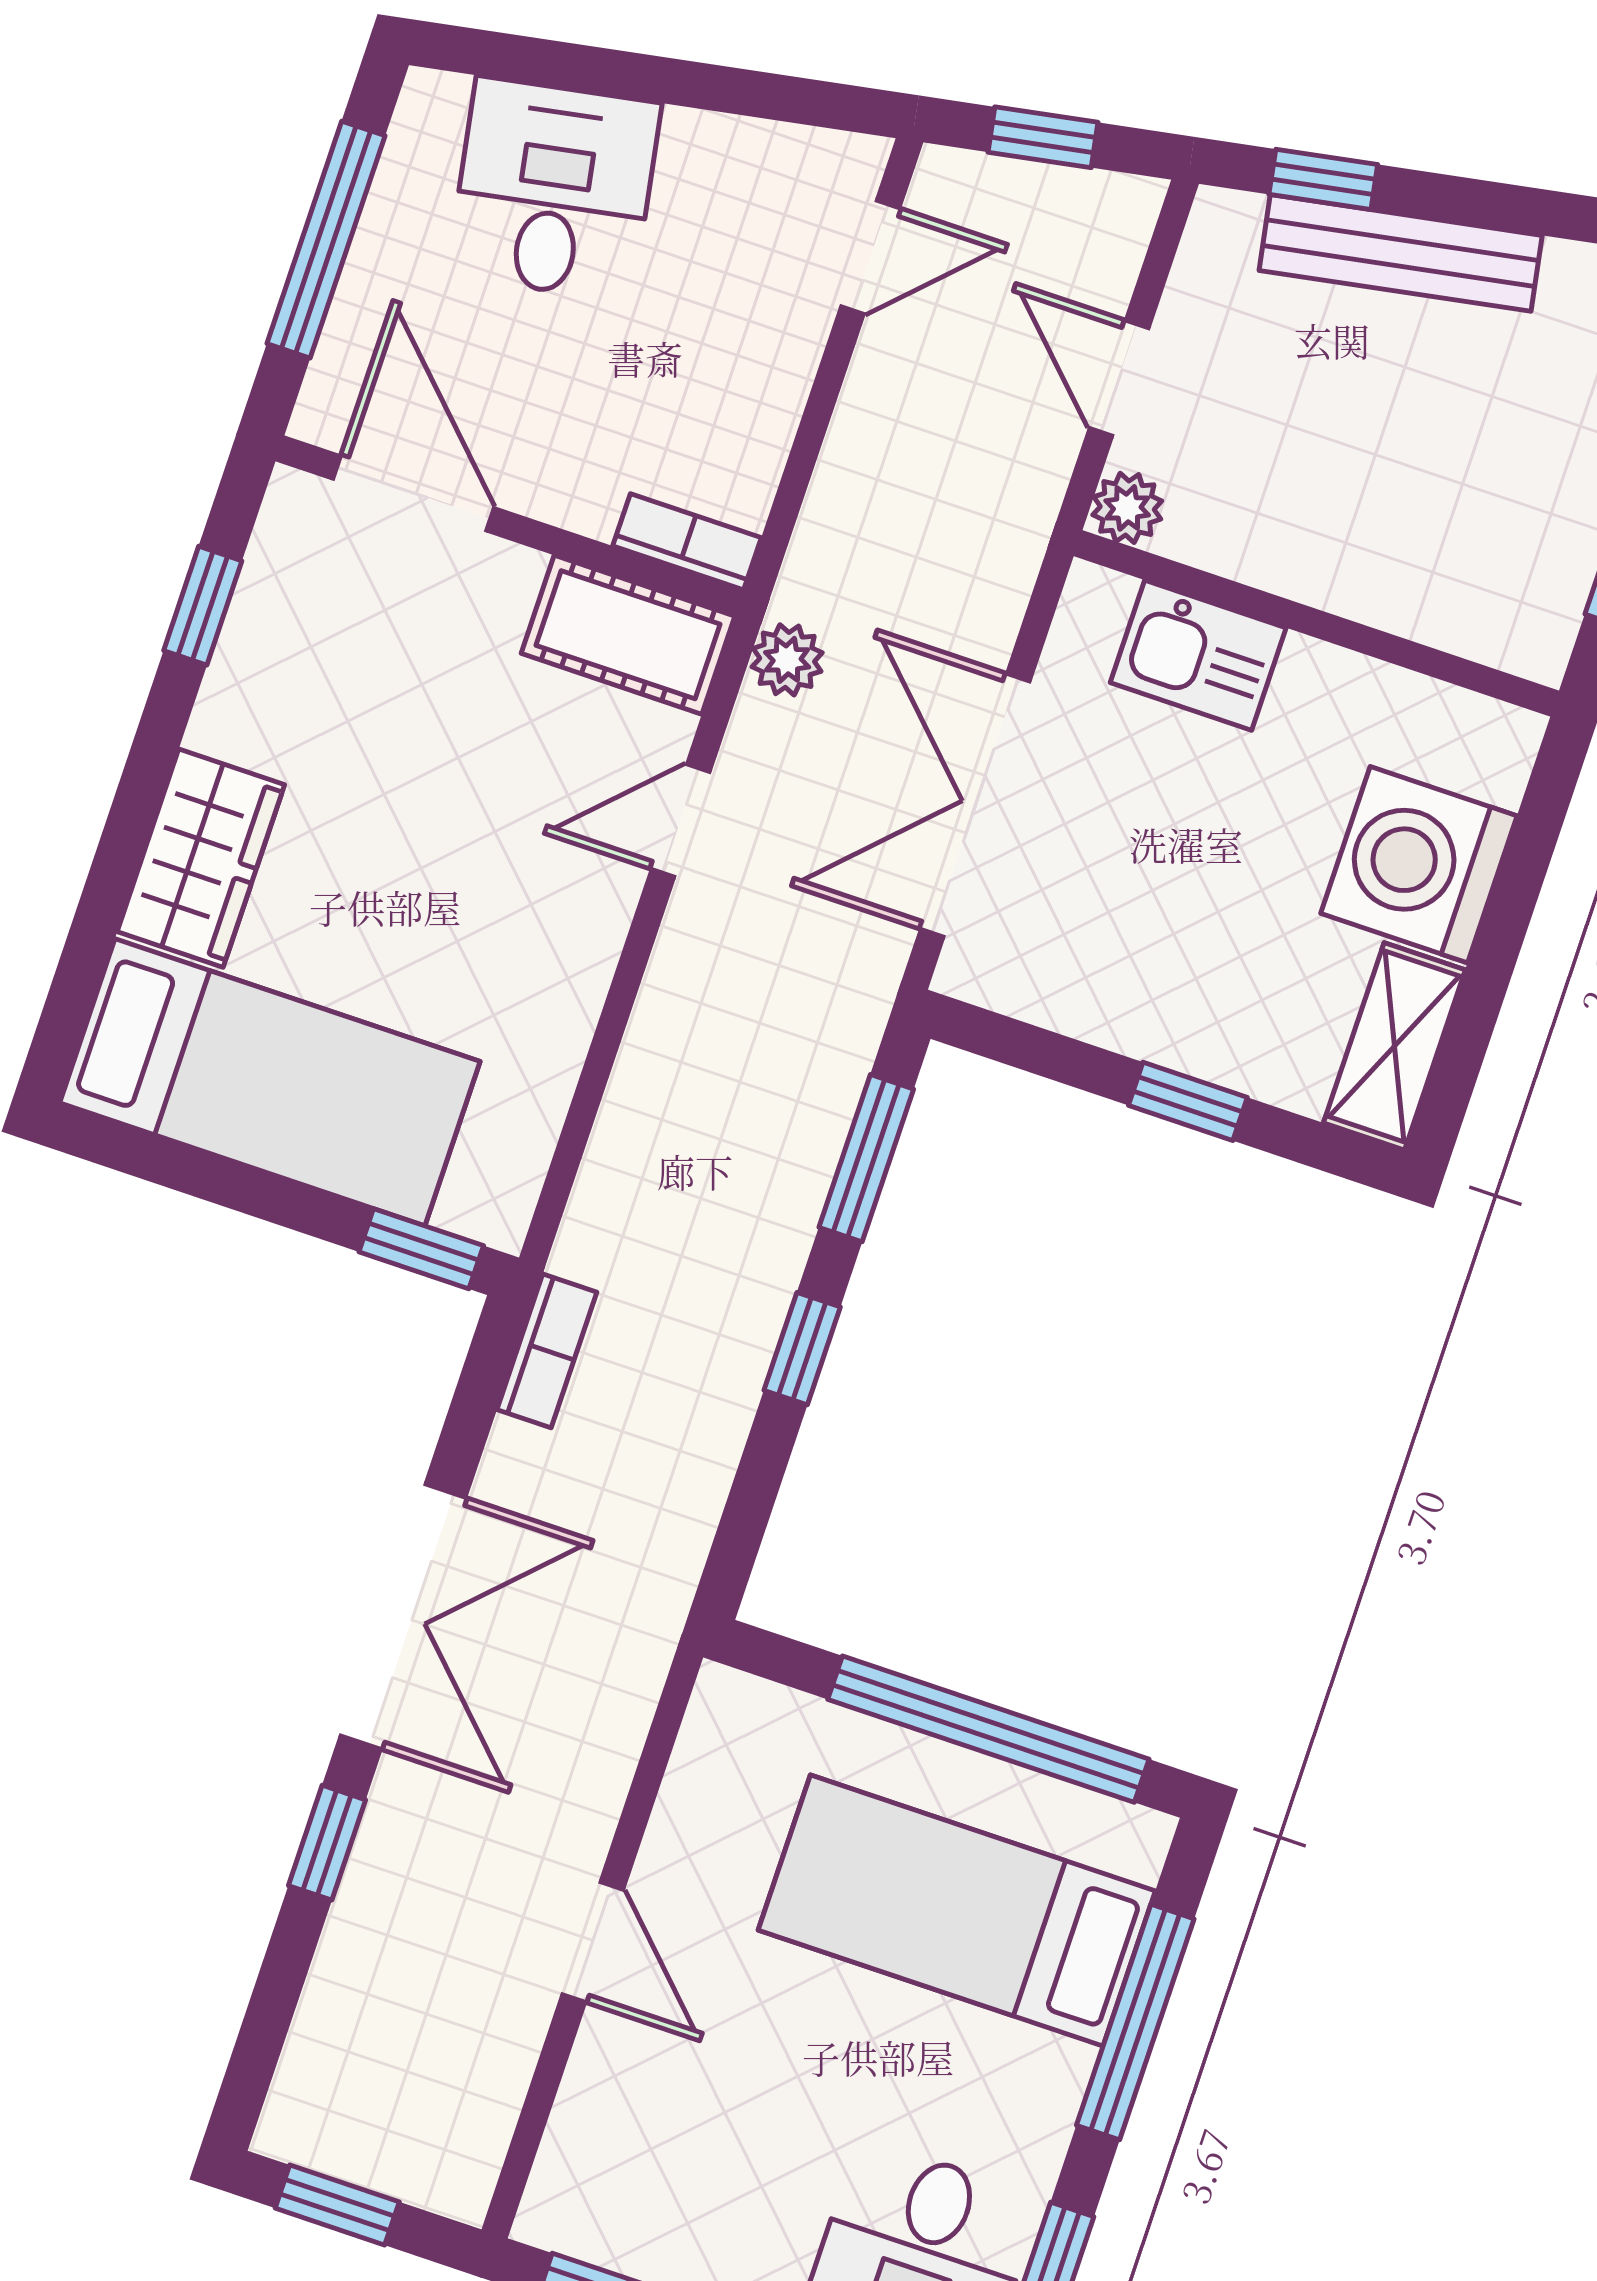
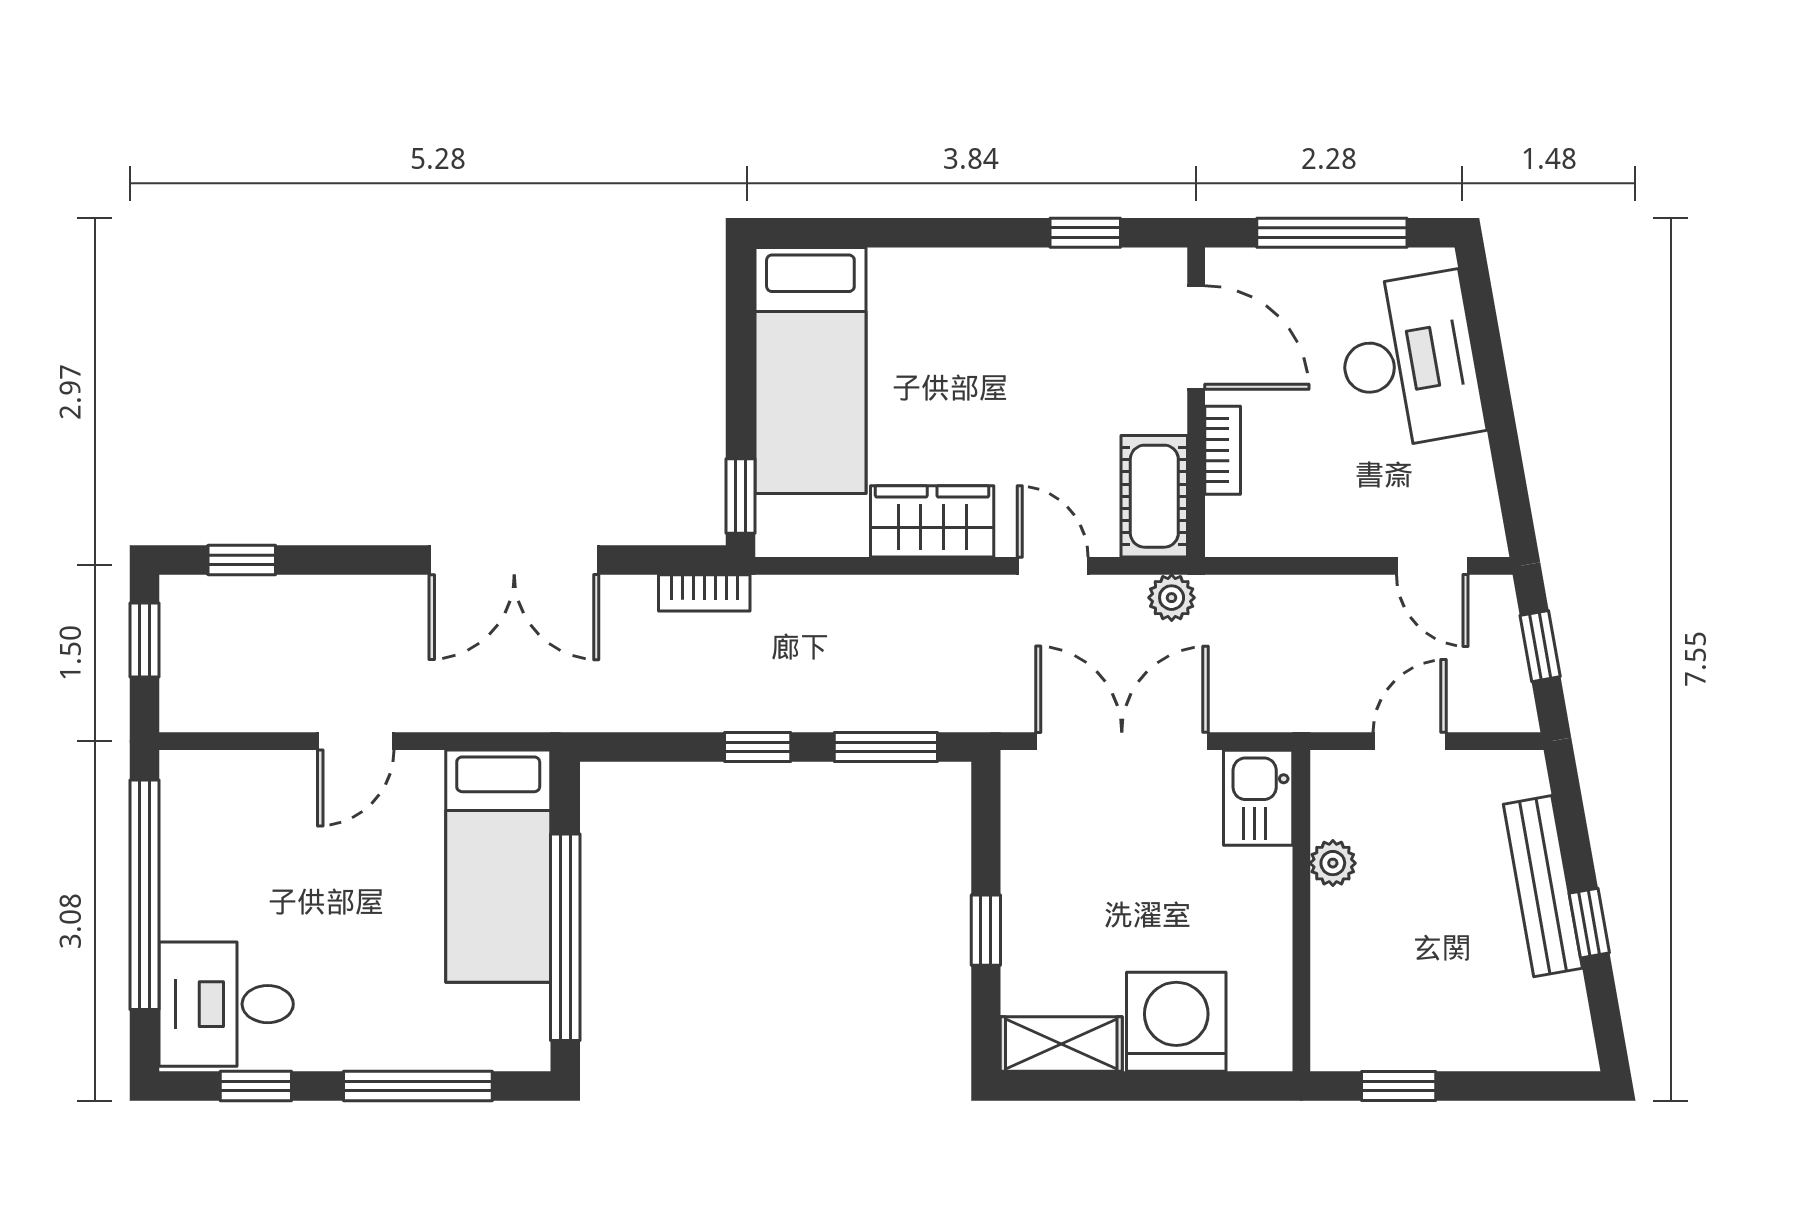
window: (1323, 179) -> (1589, 923), moved
desk: (554, 189) -> (1409, 361), width x1.37
door: (414, 493) -> (1196, 338), hinge flipped
plant: (1127, 508) -> (1333, 863), moved
bookcase: (687, 542) -> (1223, 450), moved
kitchen sink: (1198, 655) -> (1258, 798), moved
wardrobe: (201, 858) -> (932, 521), moved, turned 180
window: (327, 1843) -> (242, 560), moved
bed: (957, 1910) -> (498, 866), moved, turned 180

